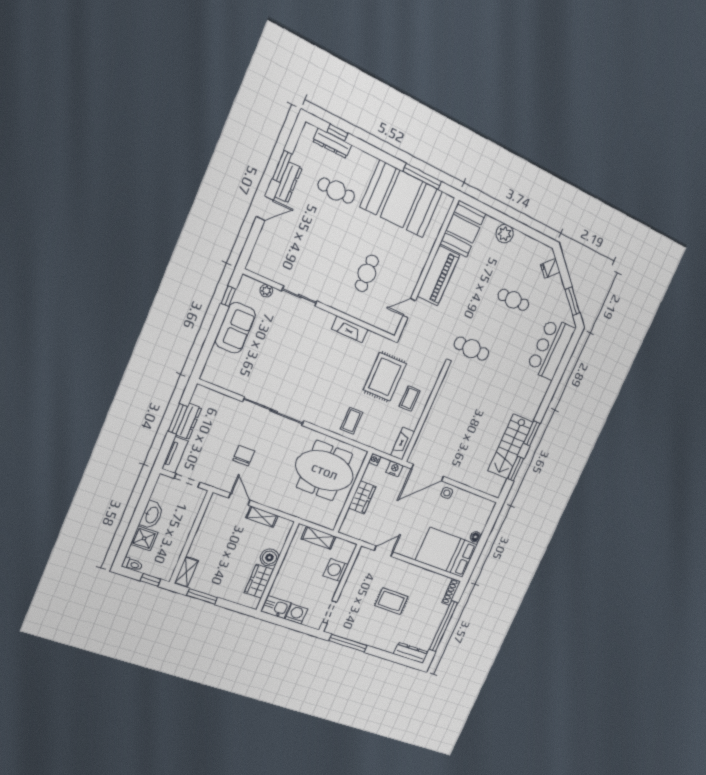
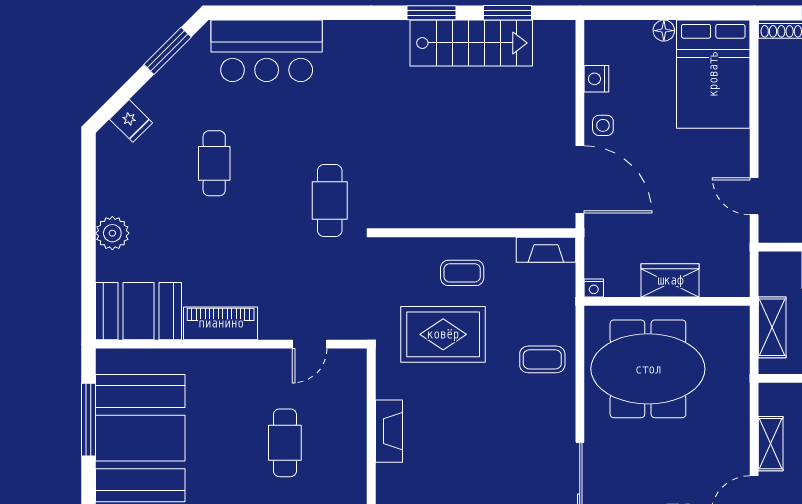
cafe table: (367, 273) -> (285, 443), turned 90
piano: (438, 276) -> (221, 323), width x0.73, depth x0.75
door: (409, 308) -> (310, 344), hinge flipped
nightstand: (394, 469) -> (596, 79), moved
meeting table: (325, 471) -> (648, 369), turned 90

